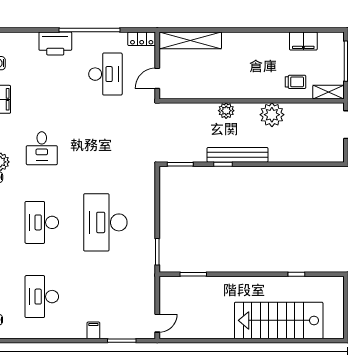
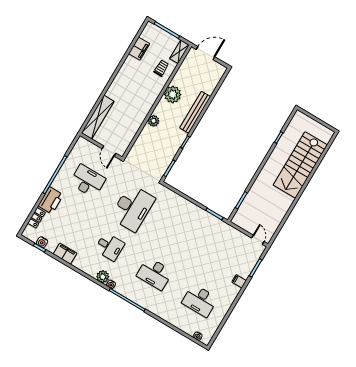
locker: (142, 39) -> (36, 218), moved
bench: (237, 155) -> (195, 112), moved
desk: (105, 222) -> (133, 208), moved, turned -90

